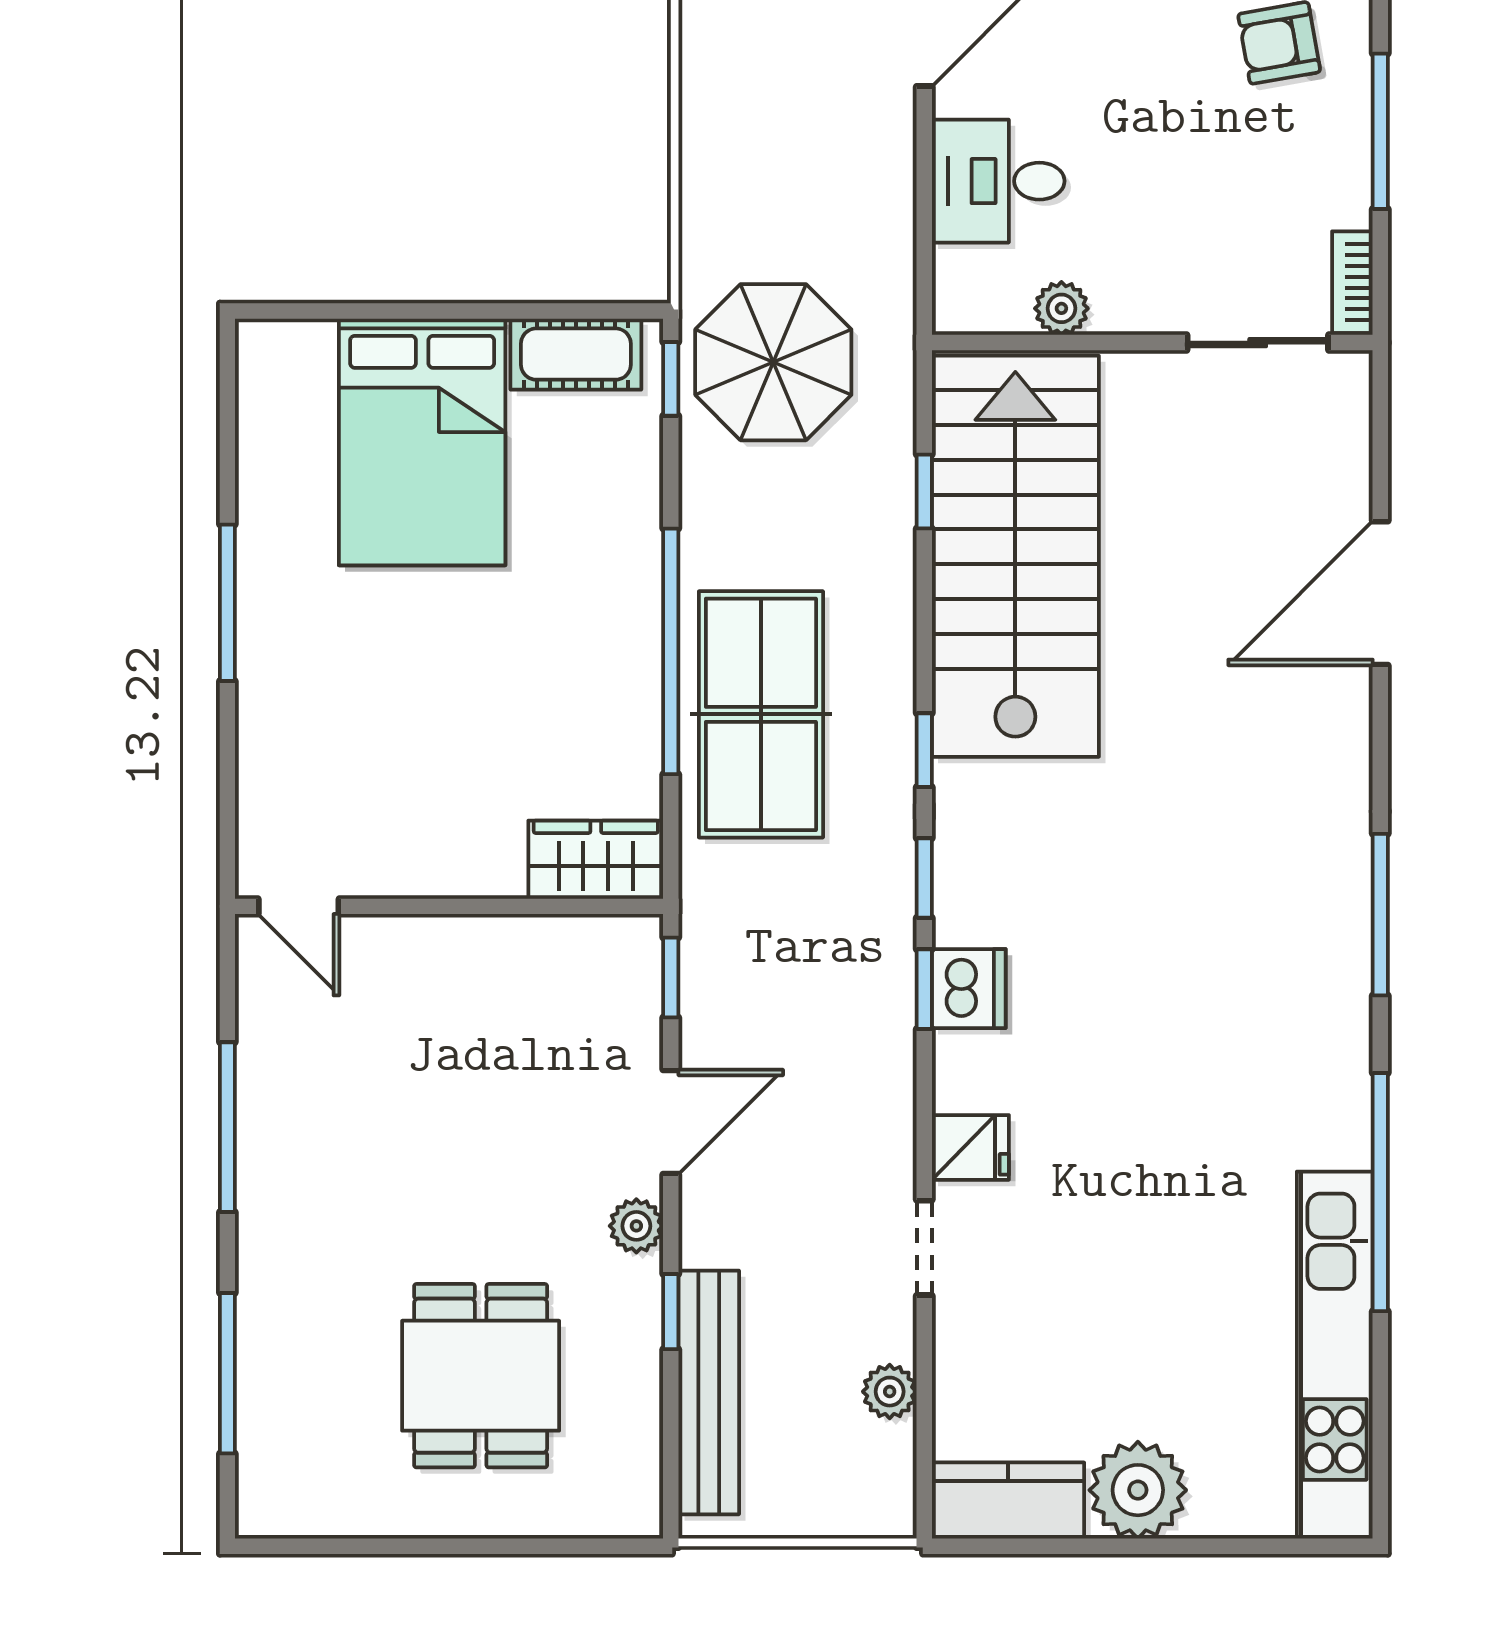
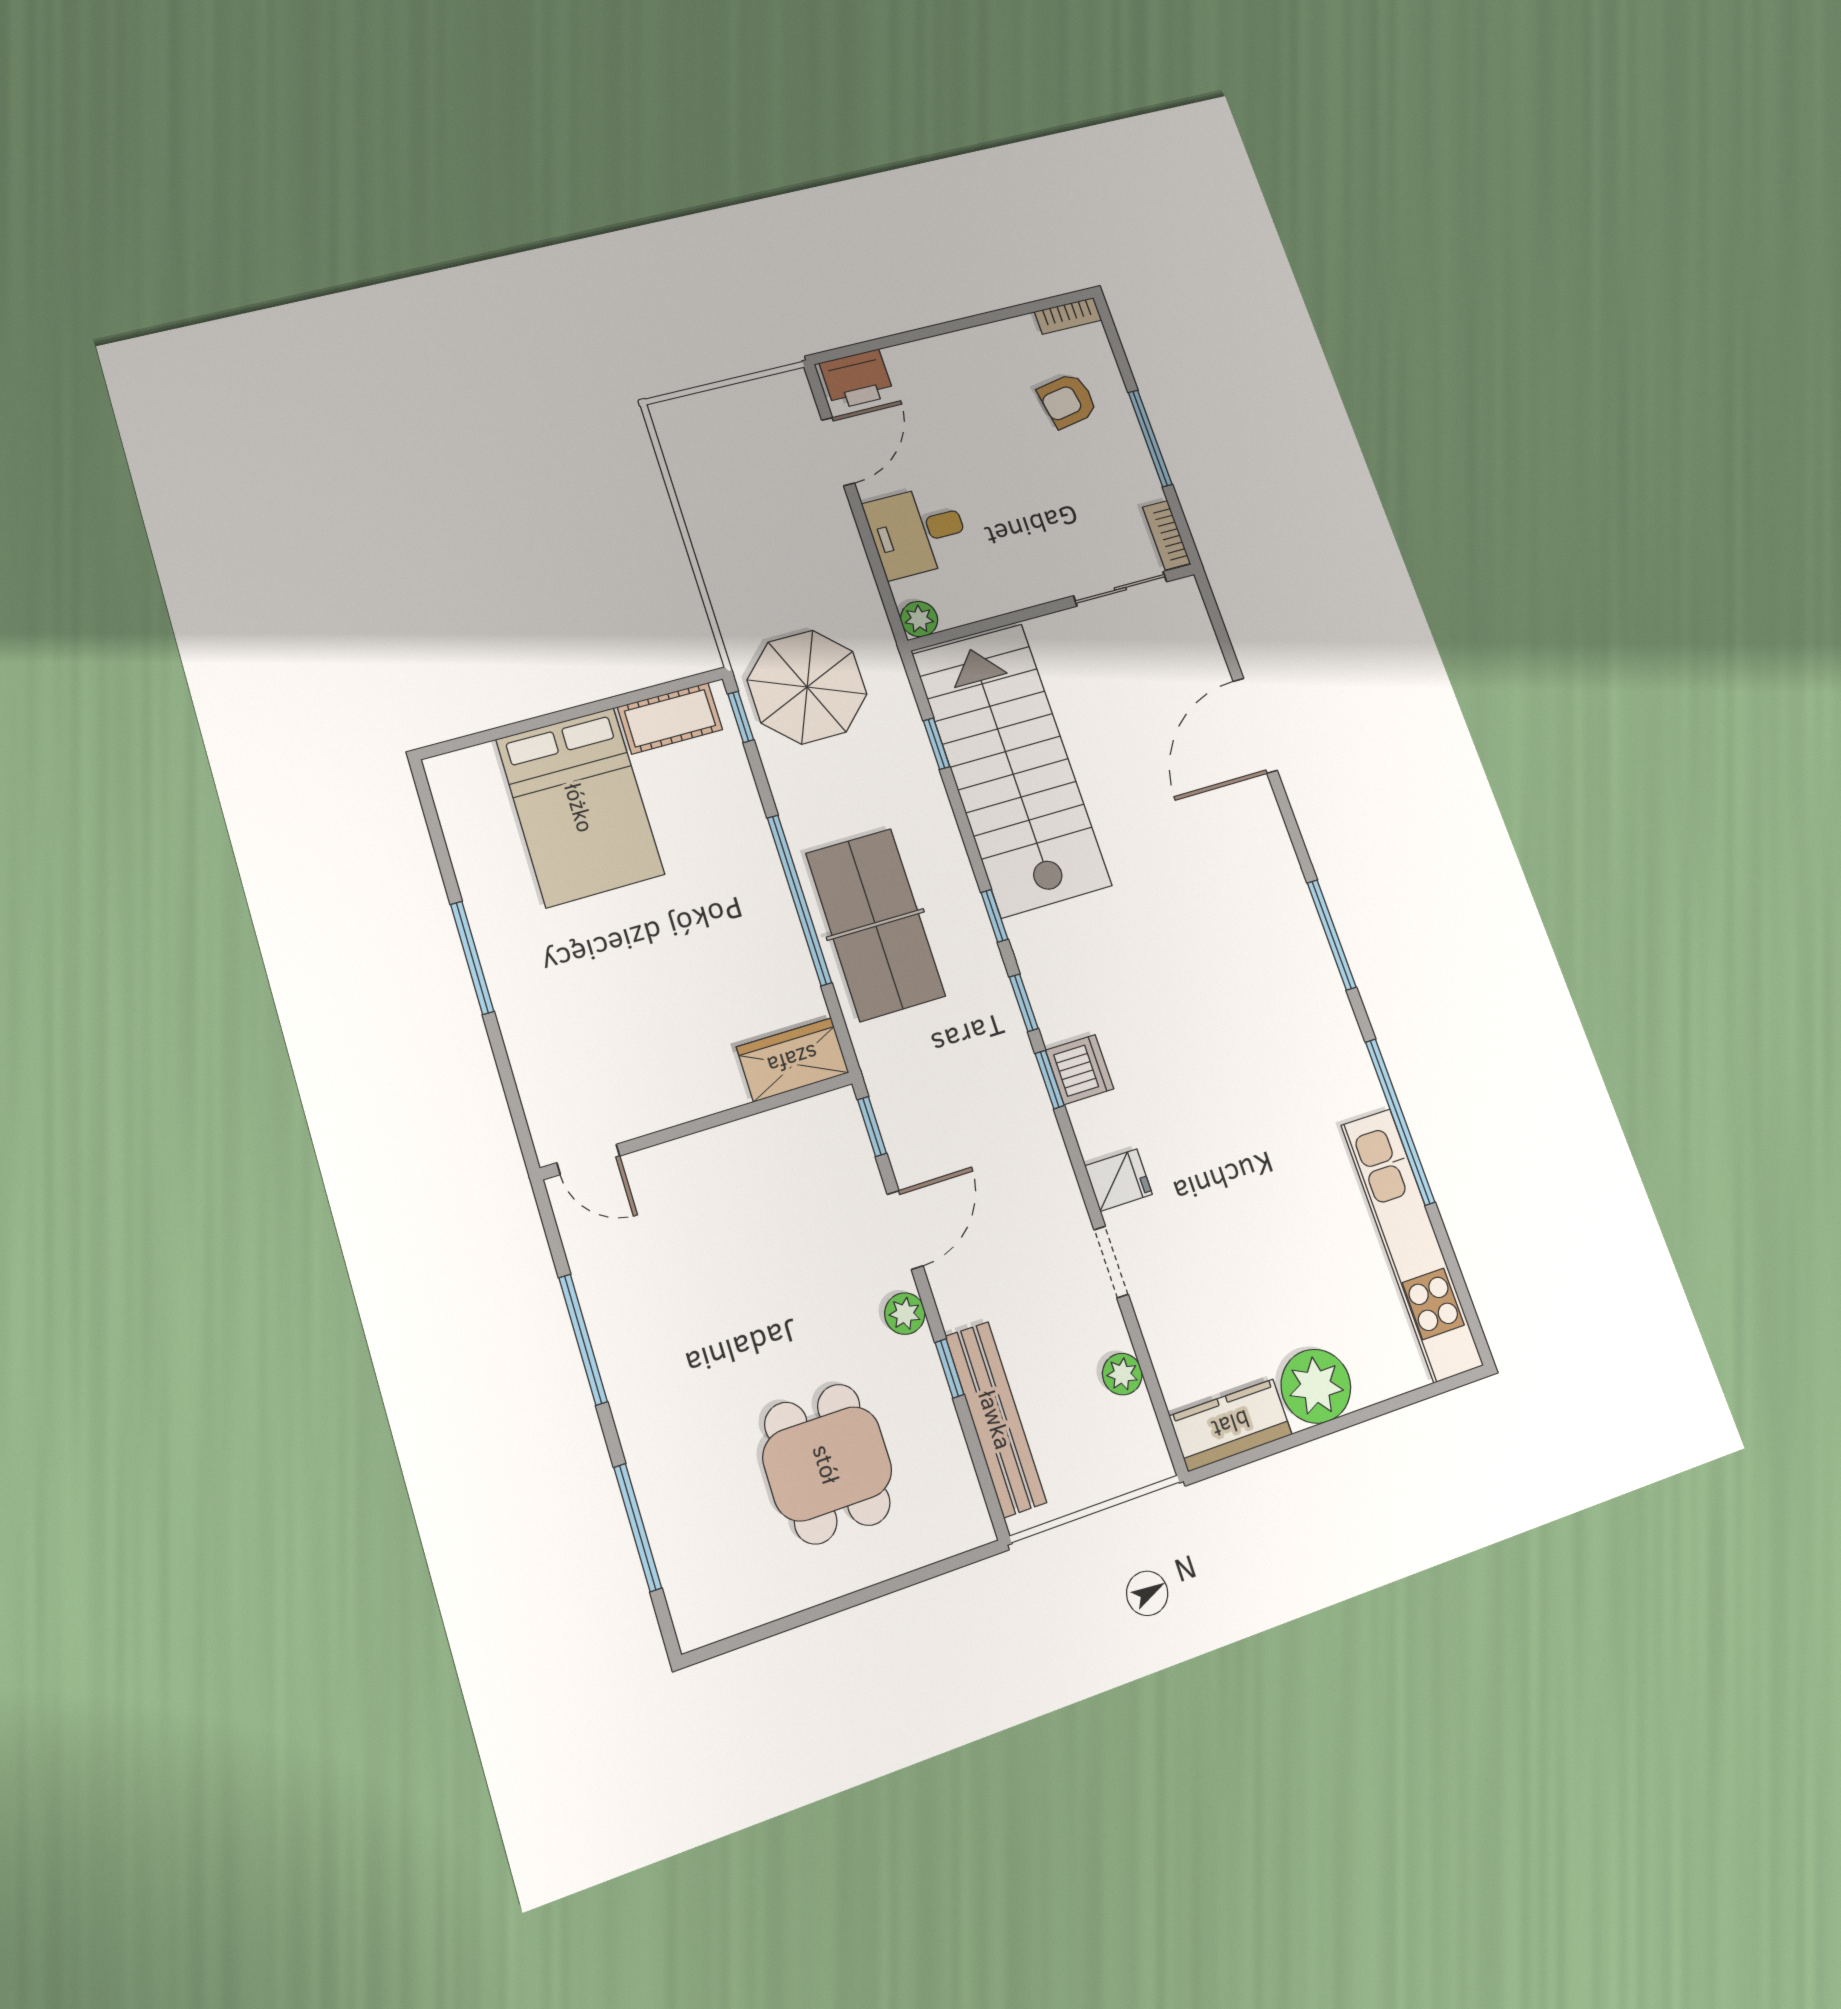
plant: (1061, 308) -> (919, 619), moved

